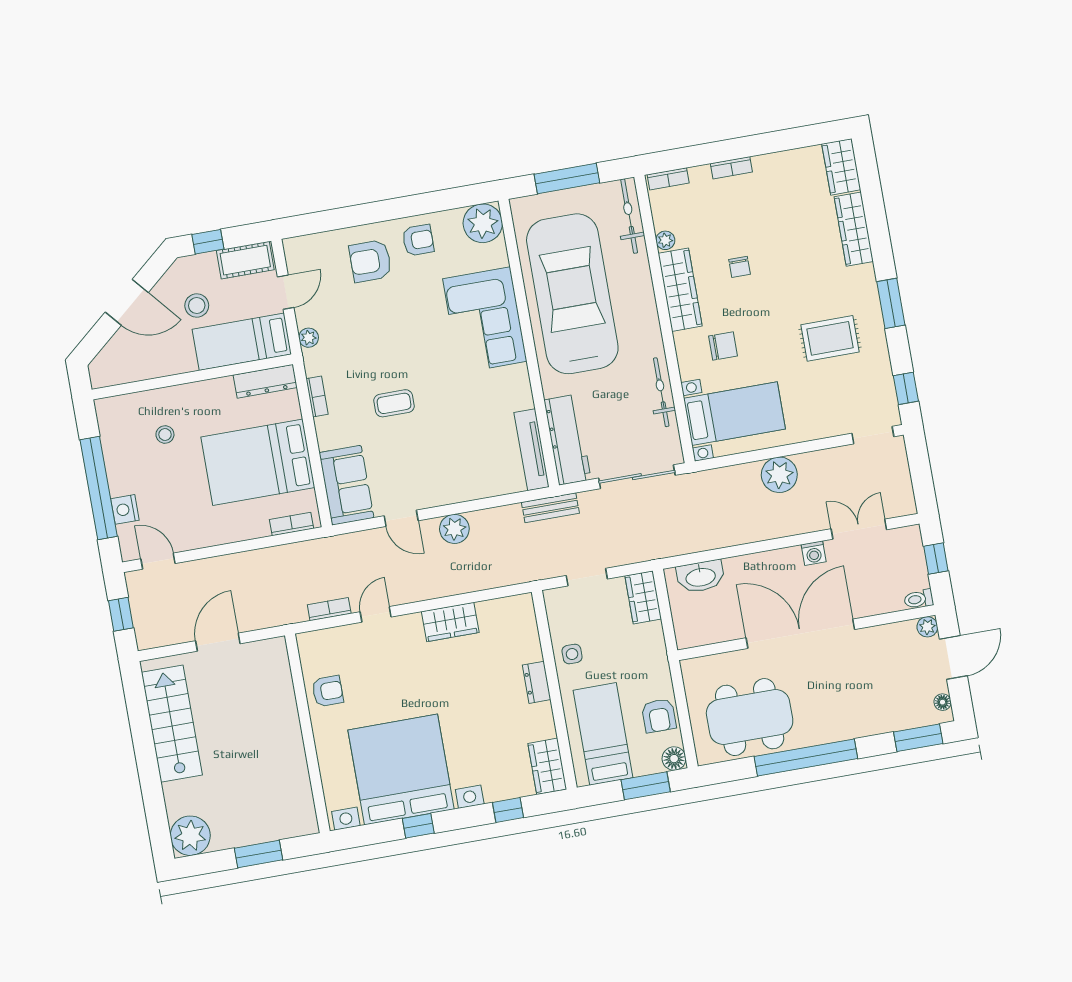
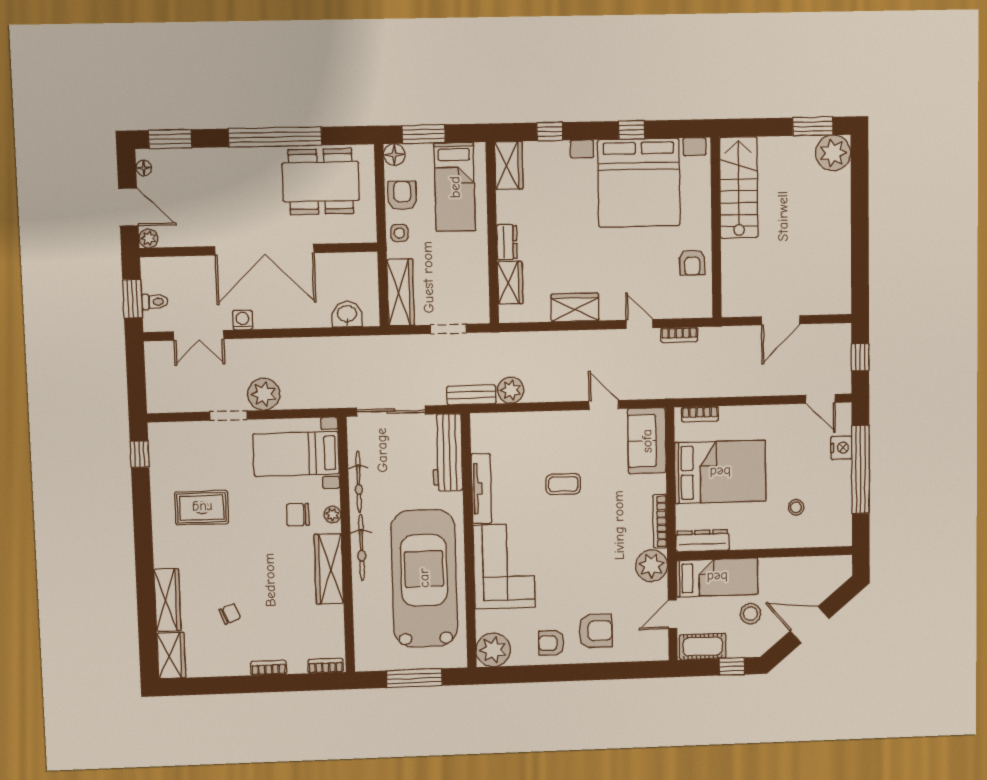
bicycle: (629, 216) -> (362, 548), moved
plant: (665, 240) -> (332, 514), moved
chair: (740, 267) -> (230, 614), moved, turned 69
car: (572, 294) -> (424, 578), turned 180
window: (891, 303) -> (143, 531), removed
plant: (309, 338) -> (652, 566), width x1.88, depth x1.88
bookcase: (317, 396) -> (660, 521), width x1.56
coffee table: (394, 403) -> (563, 484), moved
doorway: (873, 435) -> (228, 416), moved
tv unit: (532, 450) -> (481, 489), moved
plant: (454, 529) -> (511, 390), moved
window: (936, 559) -> (133, 299), width x1.50
washbasin: (700, 576) -> (347, 314), width x0.72
wardrobe: (643, 597) -> (401, 292), width x1.50
toilet: (919, 599) -> (155, 302), moved
door: (376, 614) -> (639, 324), swing flipped
wardrobe: (526, 638) -> (510, 283), added
side table: (572, 654) -> (399, 233), moved
door: (953, 657) -> (128, 207), swing flipped
armchair: (328, 691) -> (692, 263), turned -90
stairs: (172, 724) -> (739, 188), moved, turned 180
window: (258, 854) -> (813, 126), moved

